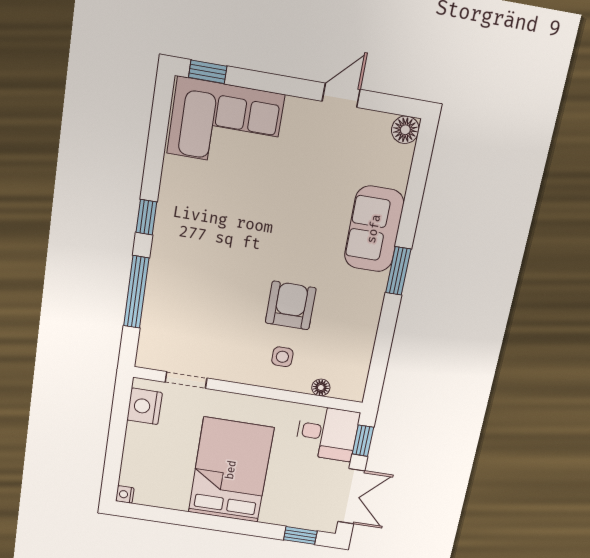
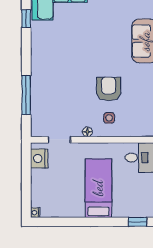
window: (146, 217) -> (26, 19), moved
floor lamp: (321, 388) -> (87, 132), moved
bed: (231, 470) -> (98, 188), width x0.67

